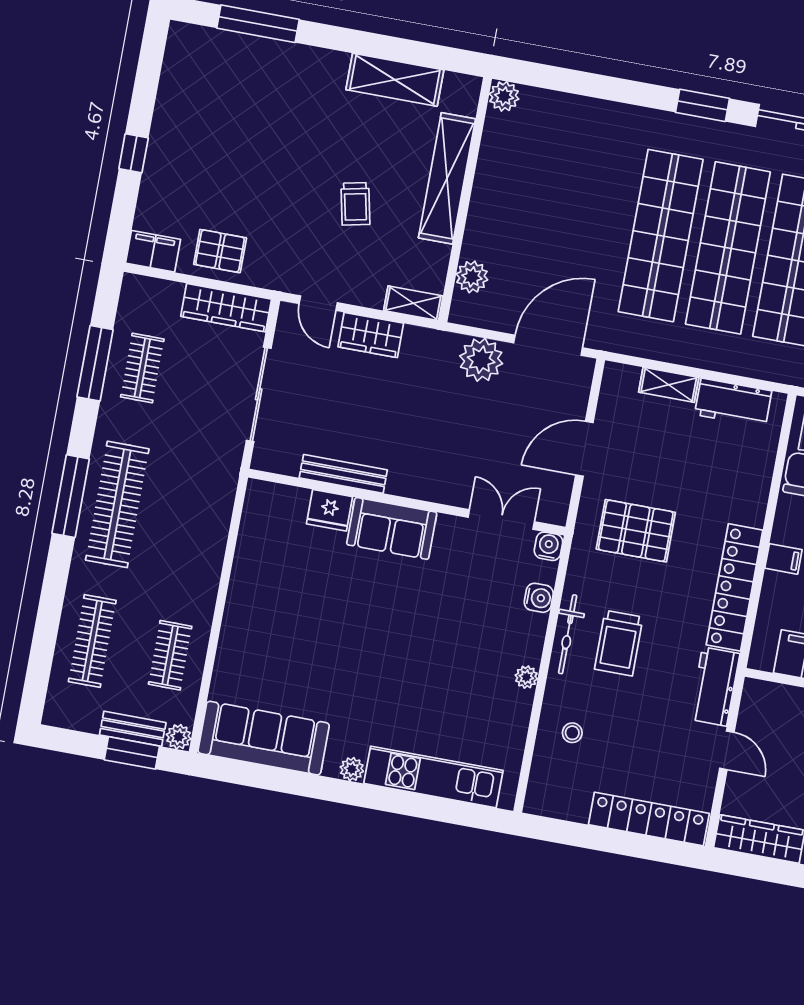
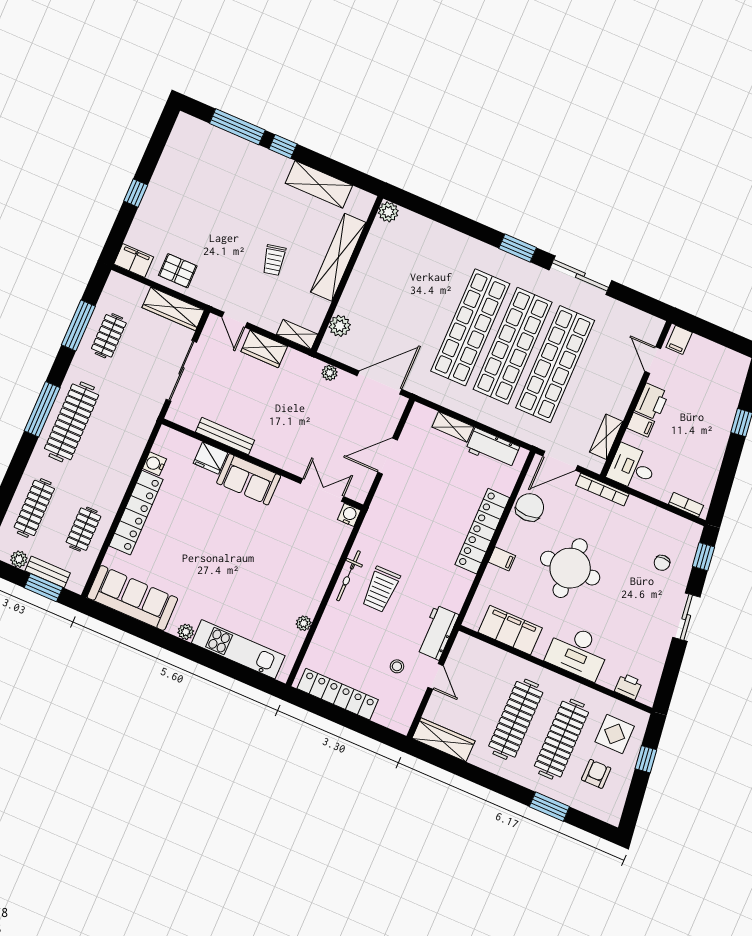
window: (330, 37) -> (283, 146), added
plant: (481, 360) -> (330, 373), width x0.53, depth x0.53
pallet: (636, 531) -> (409, 518), removed
locker: (734, 587) -> (482, 531), moved
water cooler: (539, 598) -> (154, 464), moved, turned 180
locker: (240, 614) -> (136, 513), added
plant: (526, 677) -> (304, 623), moved
stool: (572, 733) -> (397, 666), moved
plant: (179, 737) -> (19, 559), moved
locker: (649, 819) -> (338, 694), moved

